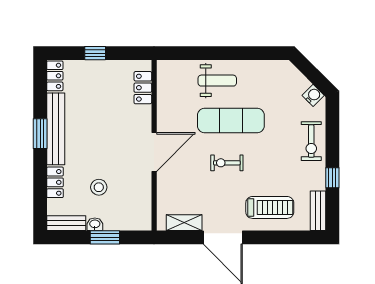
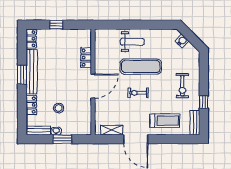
locker: (143, 88) -> (86, 58), moved
water cooler: (313, 95) -> (182, 41), moved
exercise bike: (311, 141) -> (182, 86), moved

